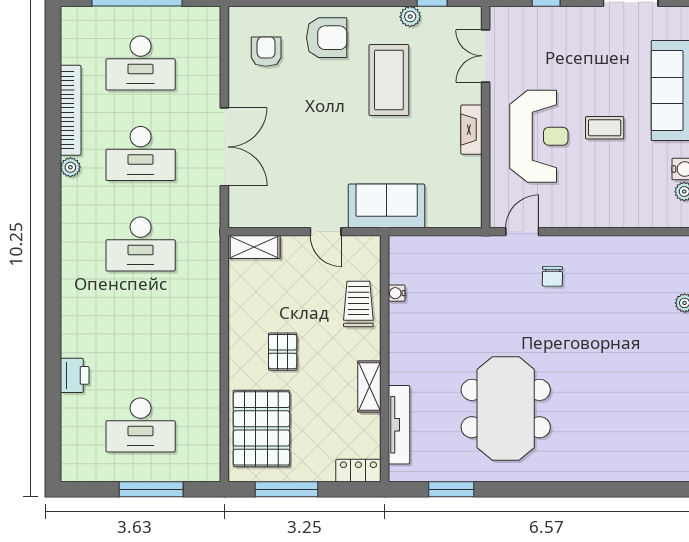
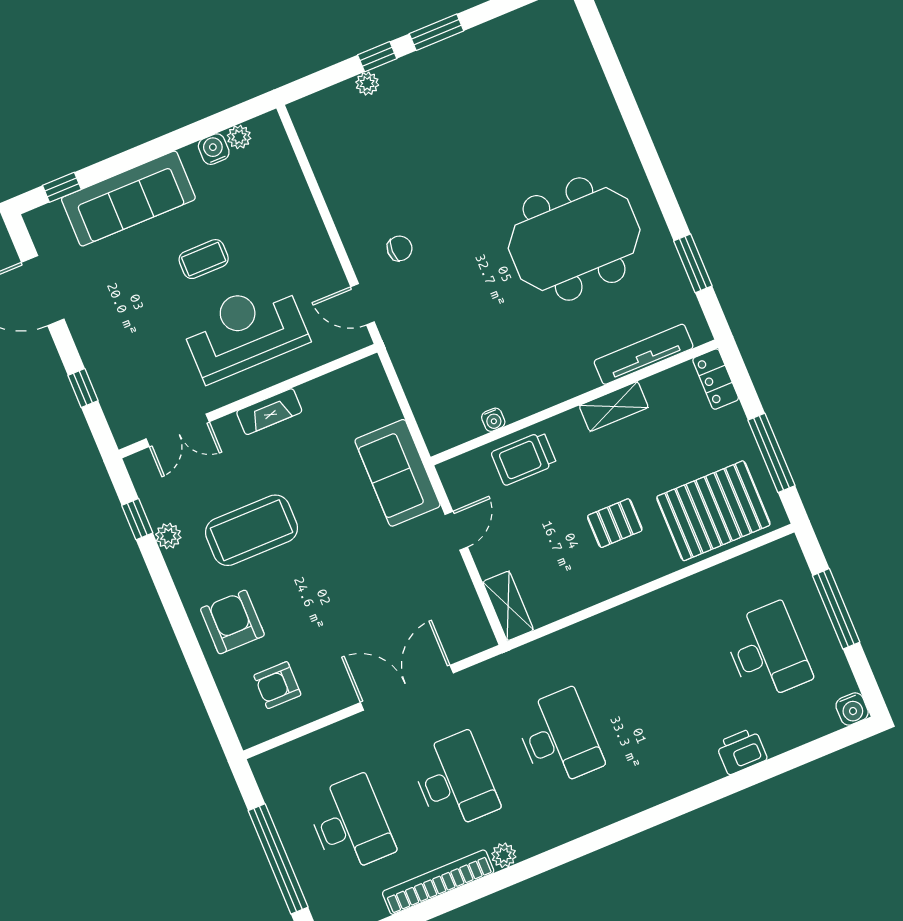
coffee table: (605, 128) -> (204, 259), turned 90
water cooler: (72, 470) -> (852, 709), added

